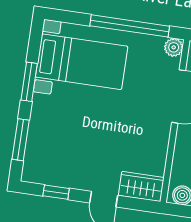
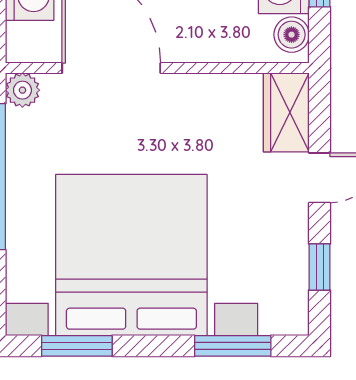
bed with nightstands: (82, 62) -> (131, 255), width x1.85
window: (29, 82) -> (77, 346), moved

